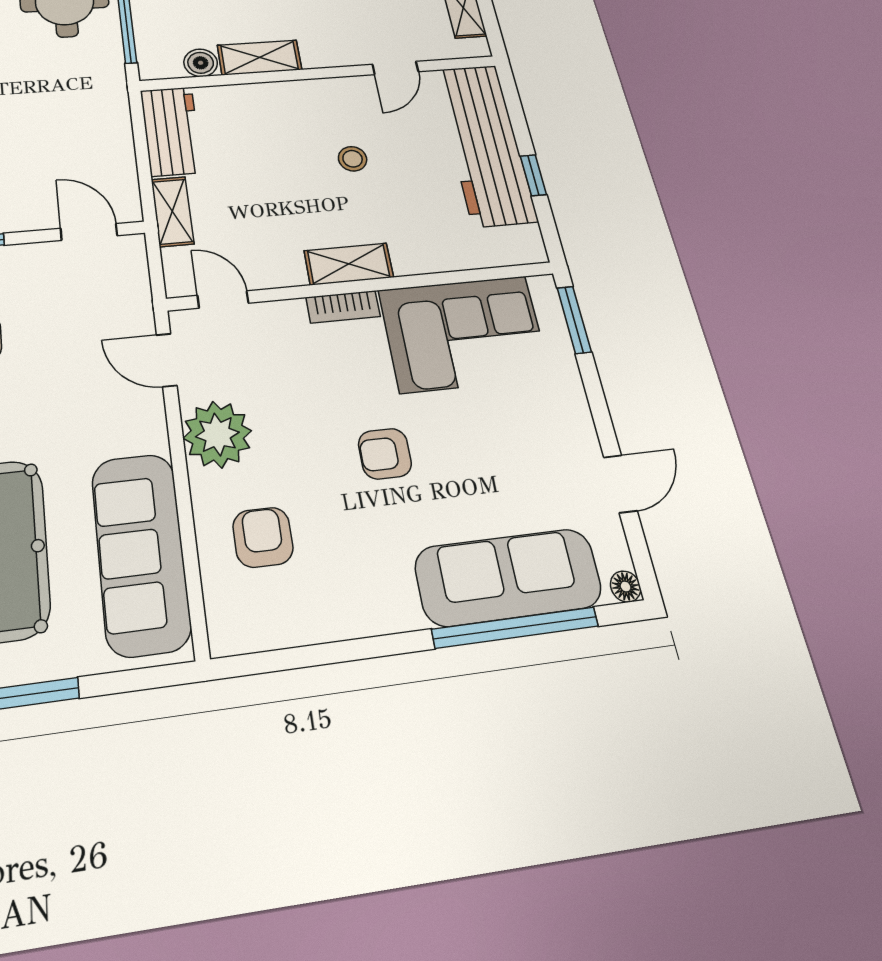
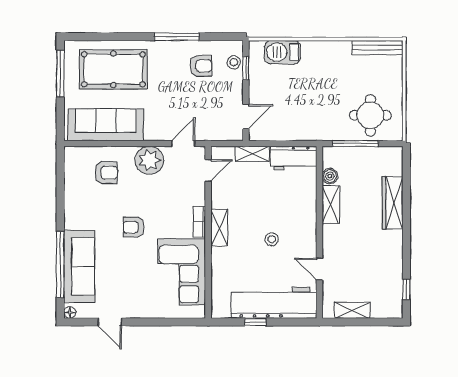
window: (574, 320) -> (183, 322), removed
armchair: (385, 454) -> (134, 227), turned -90

